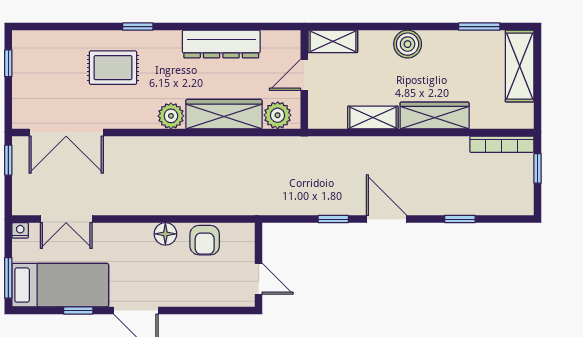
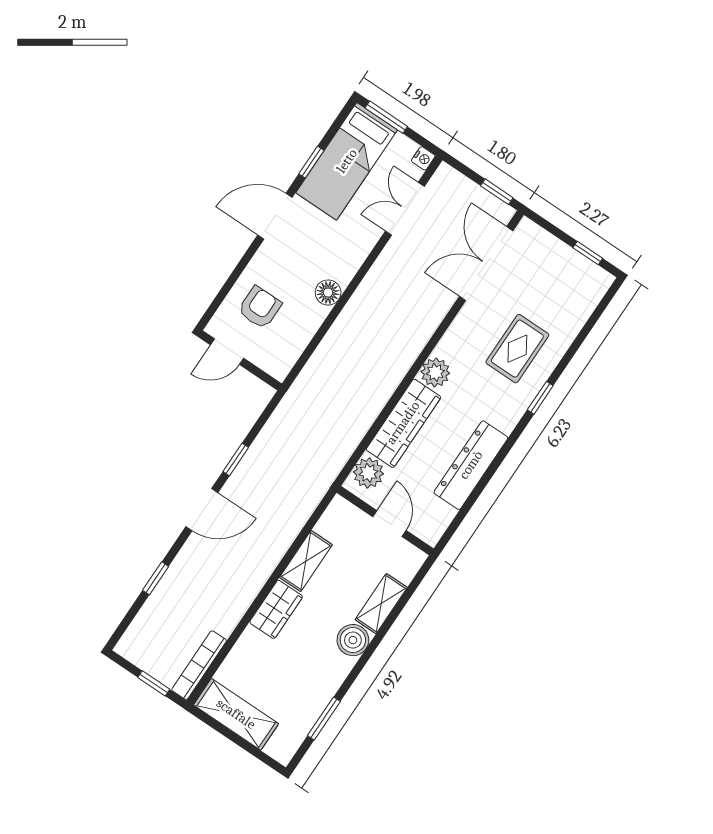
shelving: (333, 41) -> (381, 604), moved
shelving: (520, 66) -> (236, 714), moved
wardrobe: (435, 115) -> (276, 609), width x0.67
armchair: (205, 240) -> (260, 307), moved, turned 90

